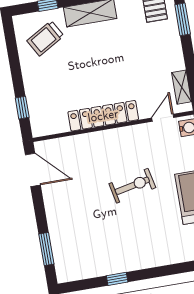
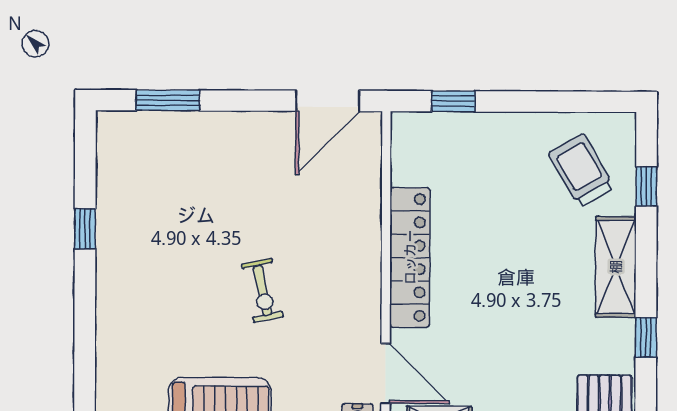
door: (163, 118) -> (385, 373), width x1.38
exercise bike: (132, 186) -> (263, 290), width x0.73, depth x0.72

